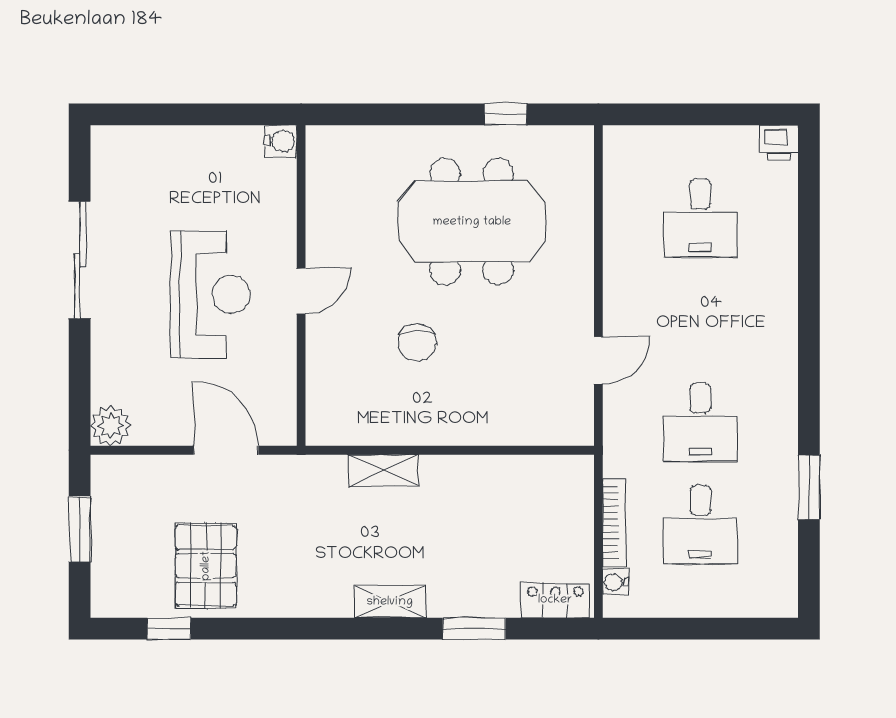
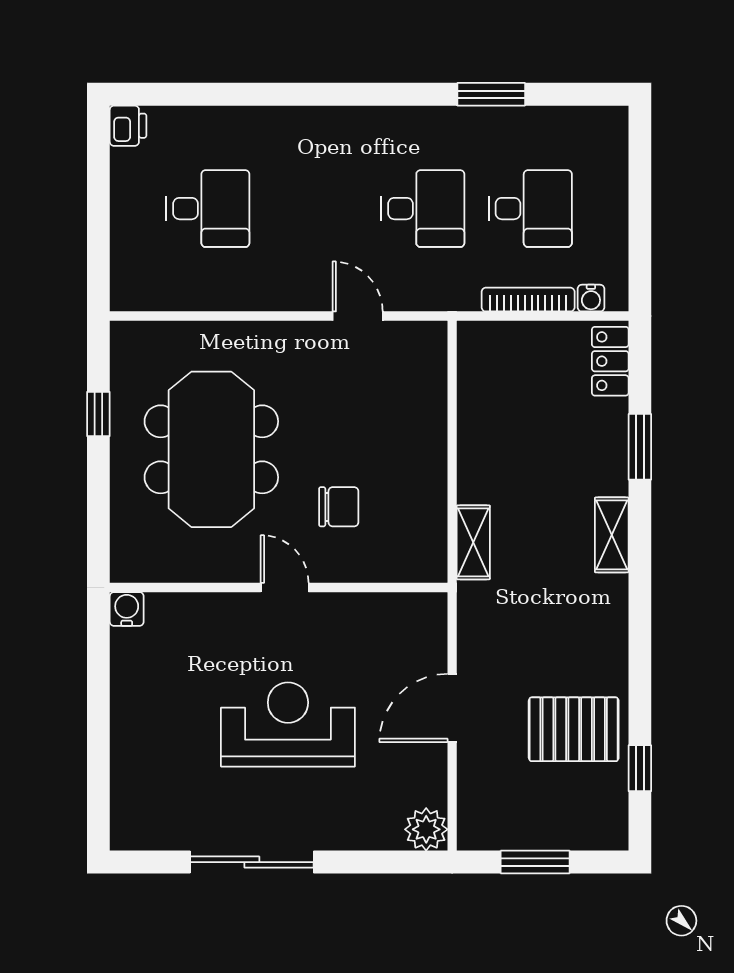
water cooler: (281, 141) -> (127, 609), moved
wall: (301, 285) -> (279, 588), moved
door: (301, 291) -> (285, 588), moved

